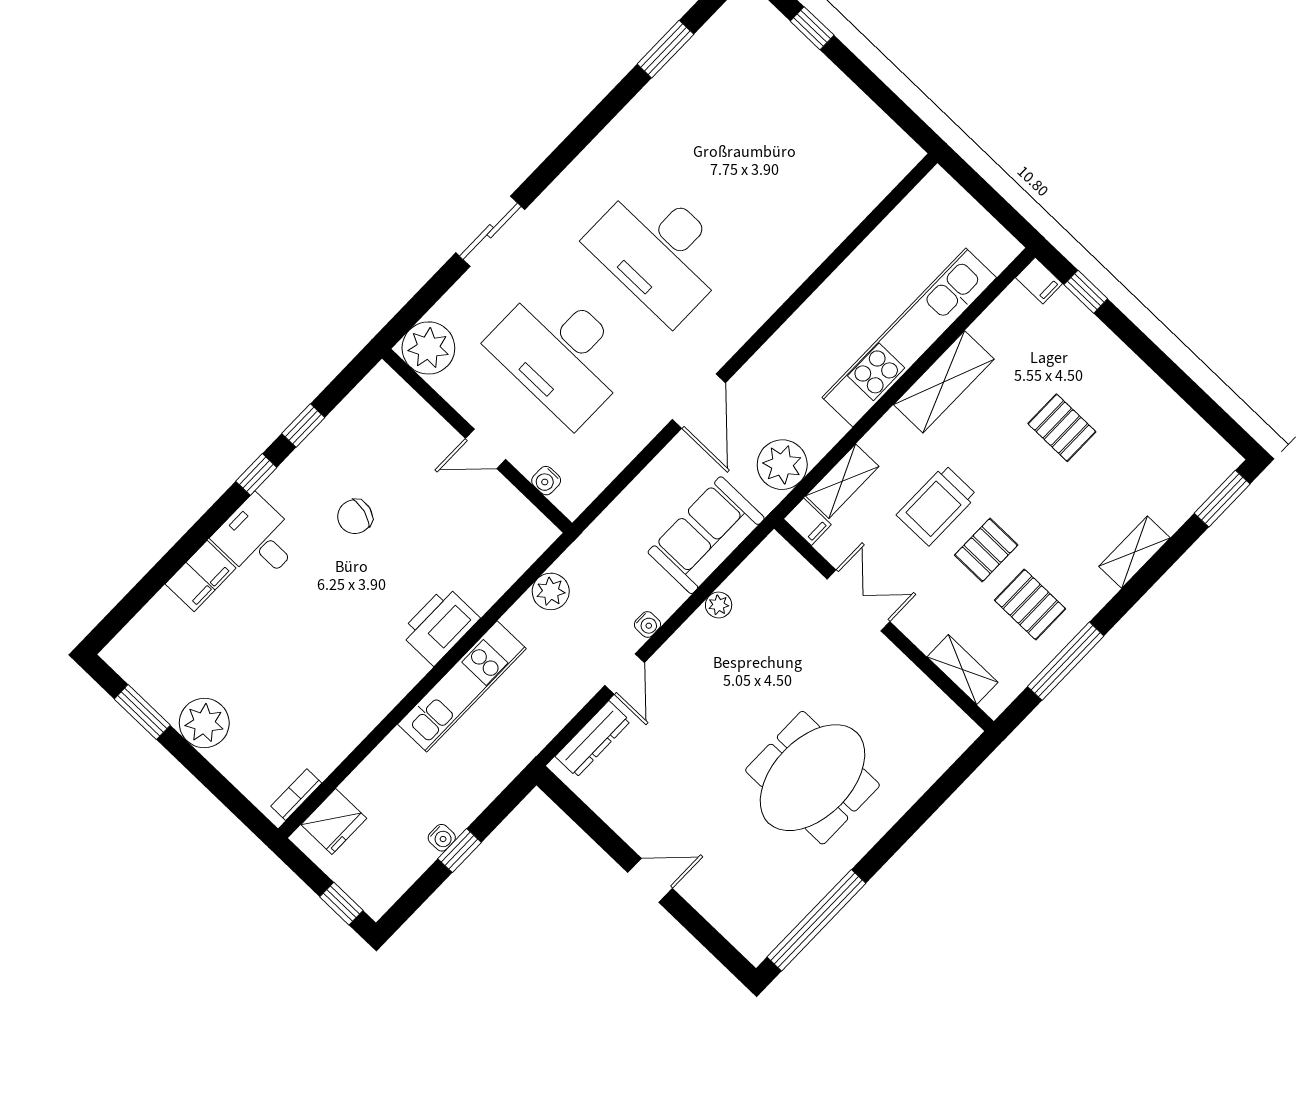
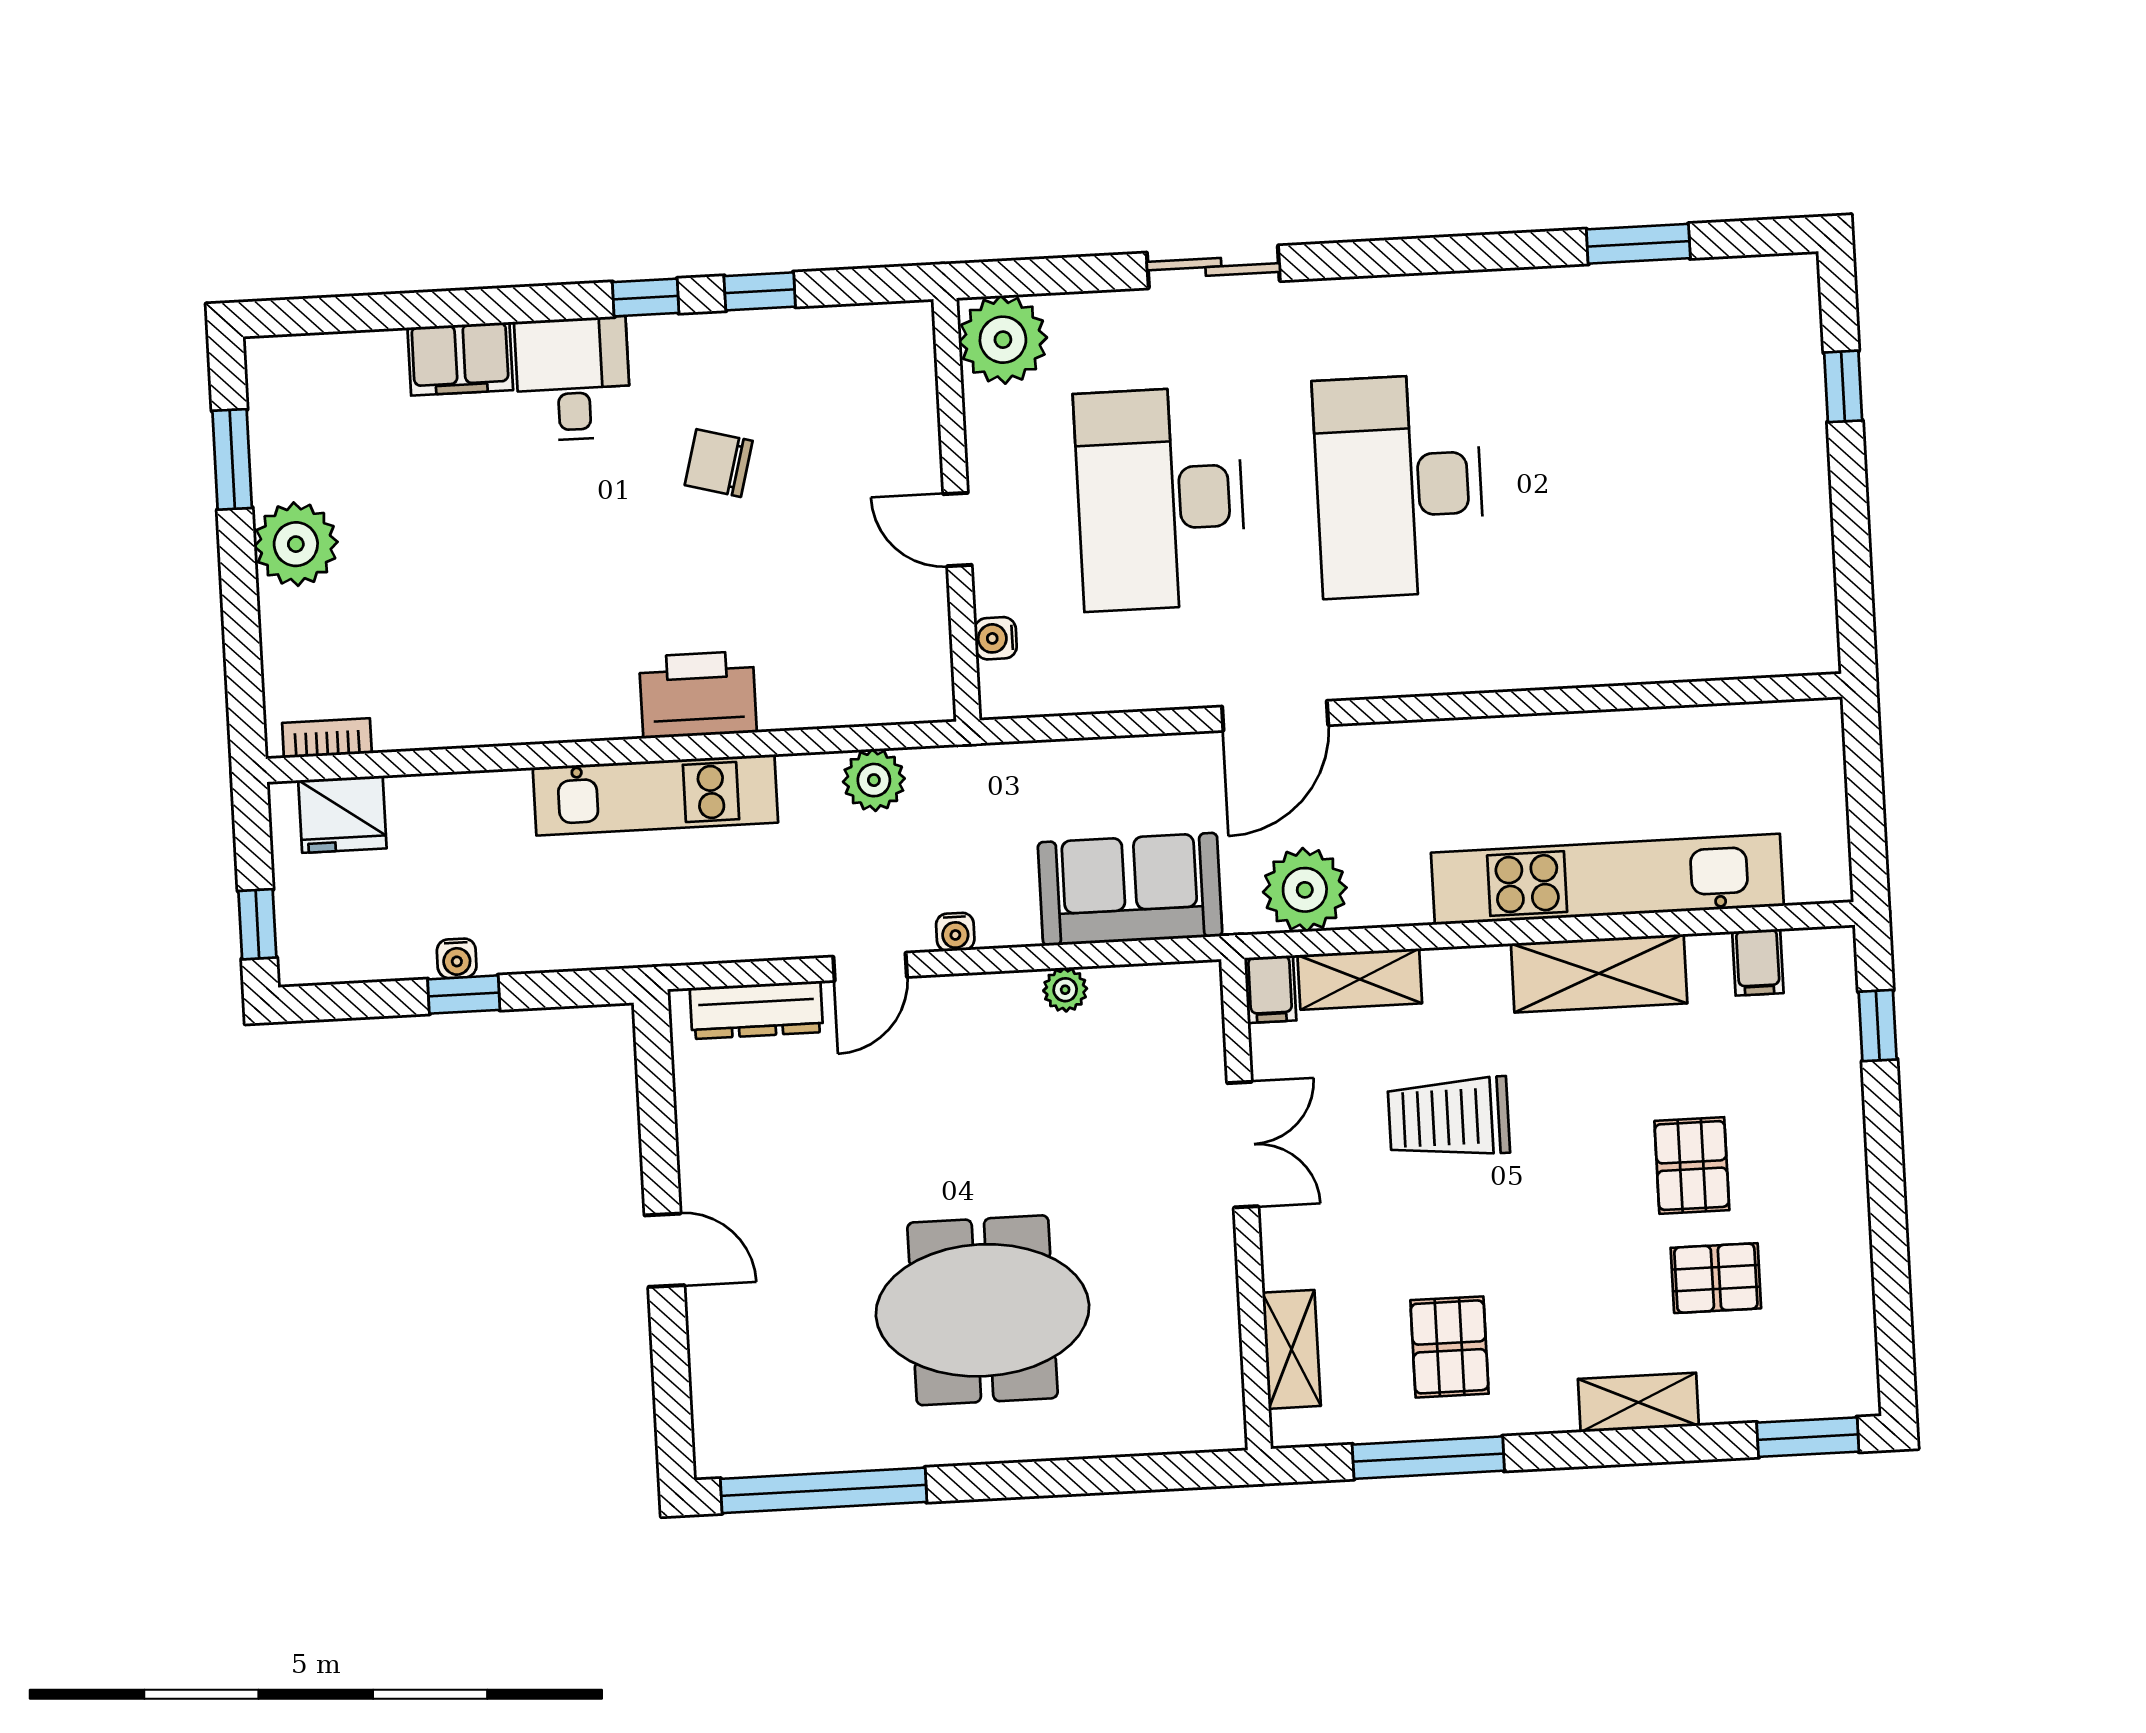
filing cabinet: (1039, 281) -> (1758, 962), moved
pallet: (986, 550) -> (1716, 1278), moved

